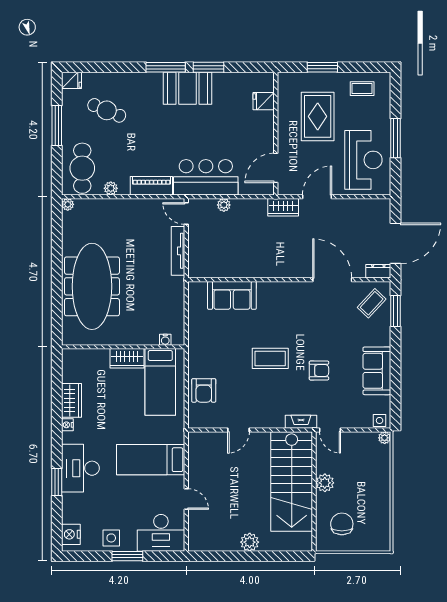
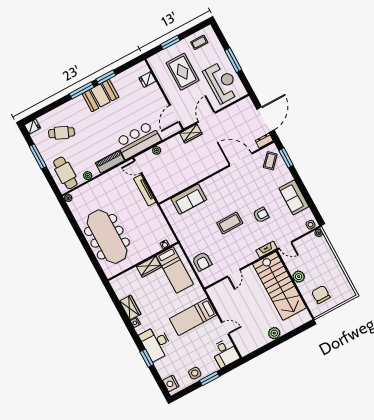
desk: (161, 533) -> (225, 353), width x0.73

